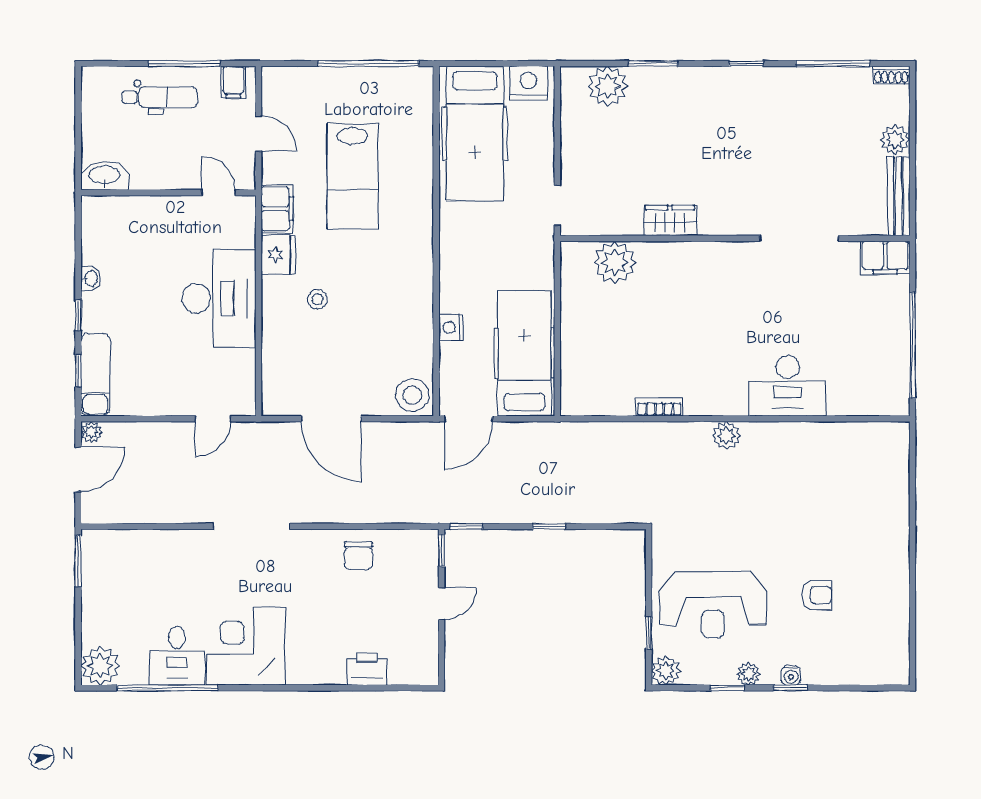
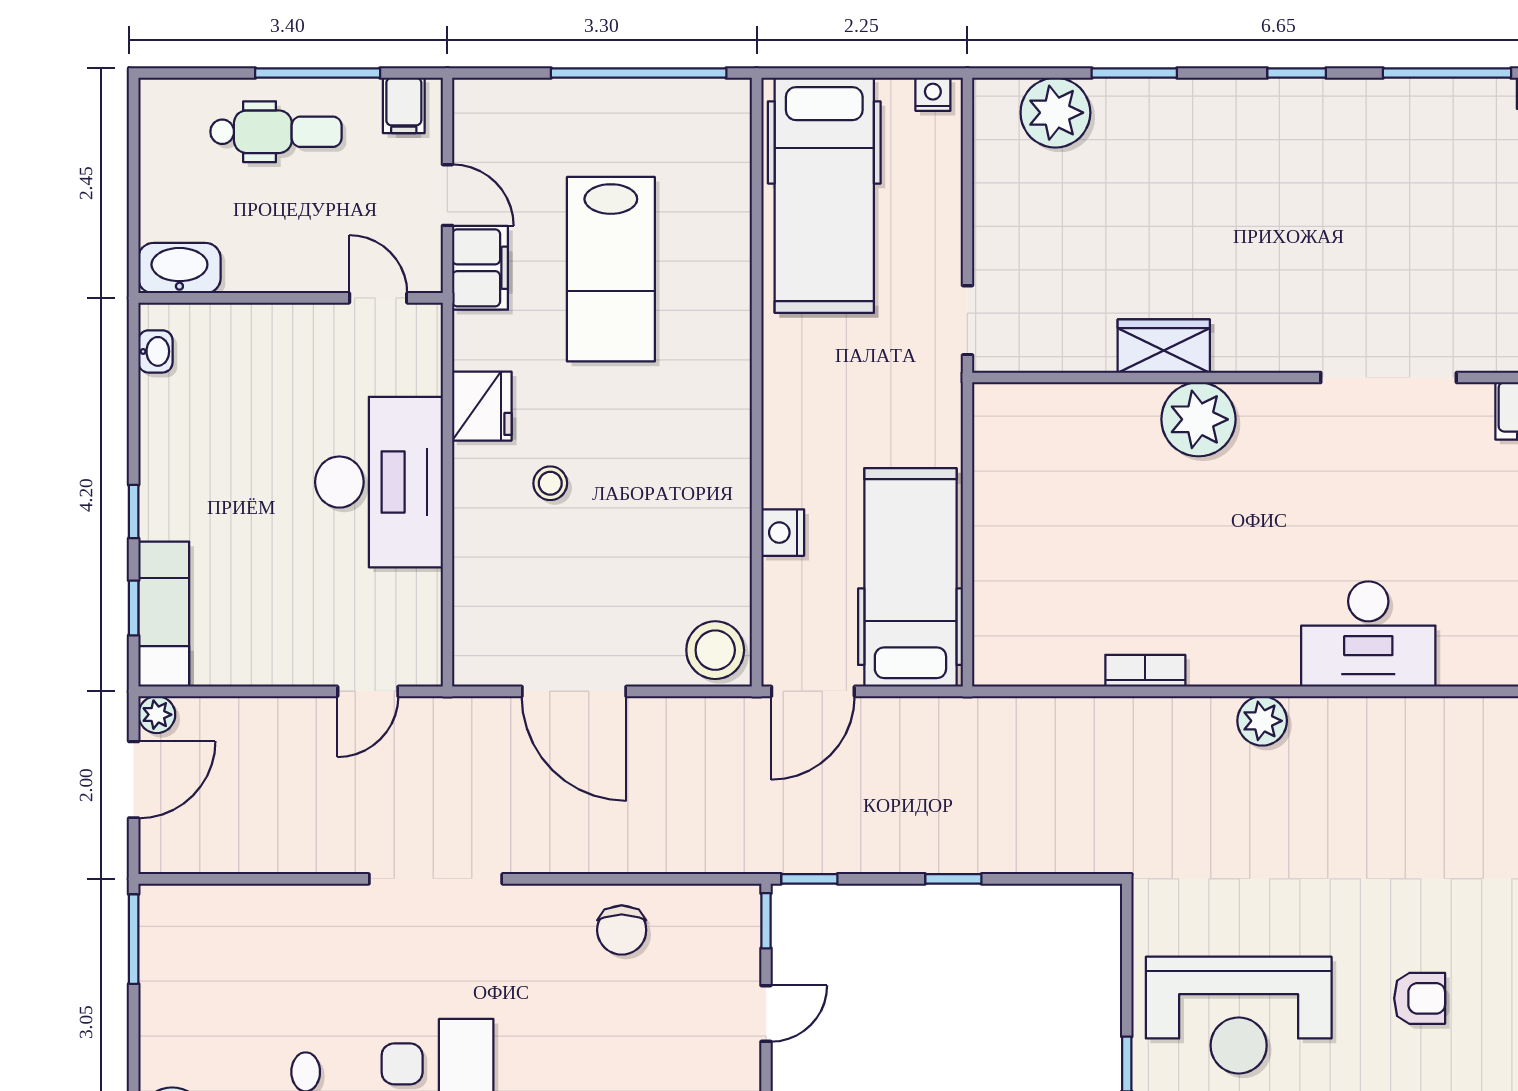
nightstand: (528, 83) -> (933, 94), width x0.53, depth x0.56
filing cabinet: (277, 209) -> (480, 268), moved
plant: (615, 262) -> (1198, 419), moved
washbasin: (91, 278) -> (155, 351), moved

